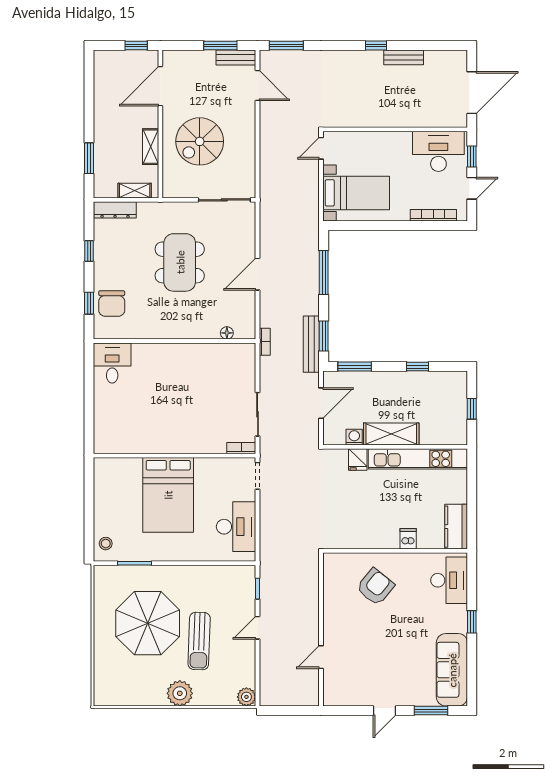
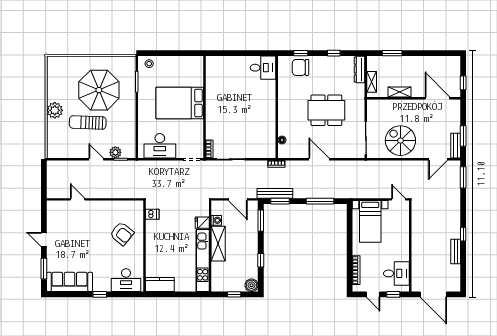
spiral stairs: (200, 141) -> (400, 141), moved
desk: (438, 151) -> (396, 273), width x0.73
boiler: (457, 381) -> (252, 285), added
dishwasher: (408, 539) -> (152, 214), moved
plant: (246, 697) -> (115, 152), moved

